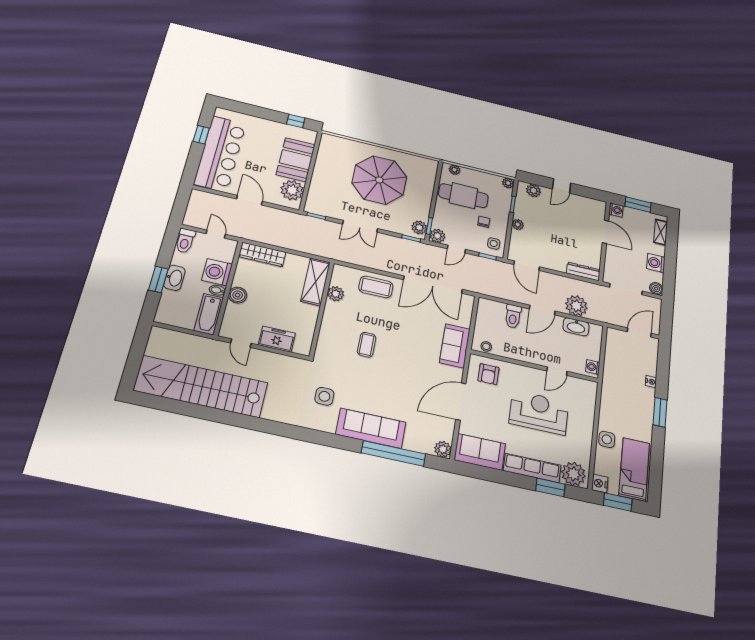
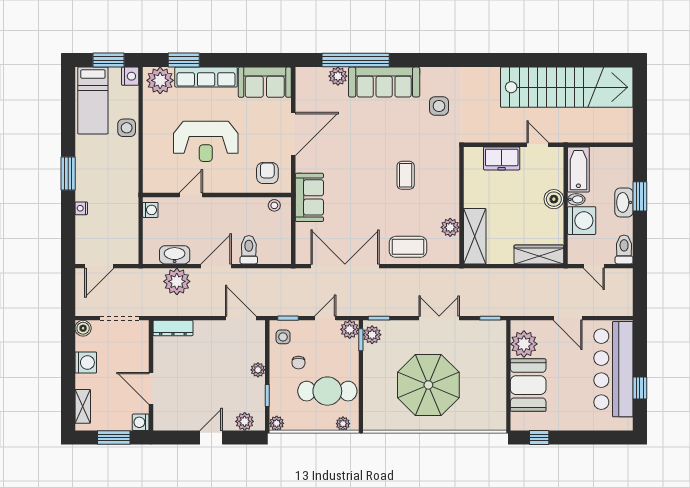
plant: (443, 449) -> (338, 76), moved

